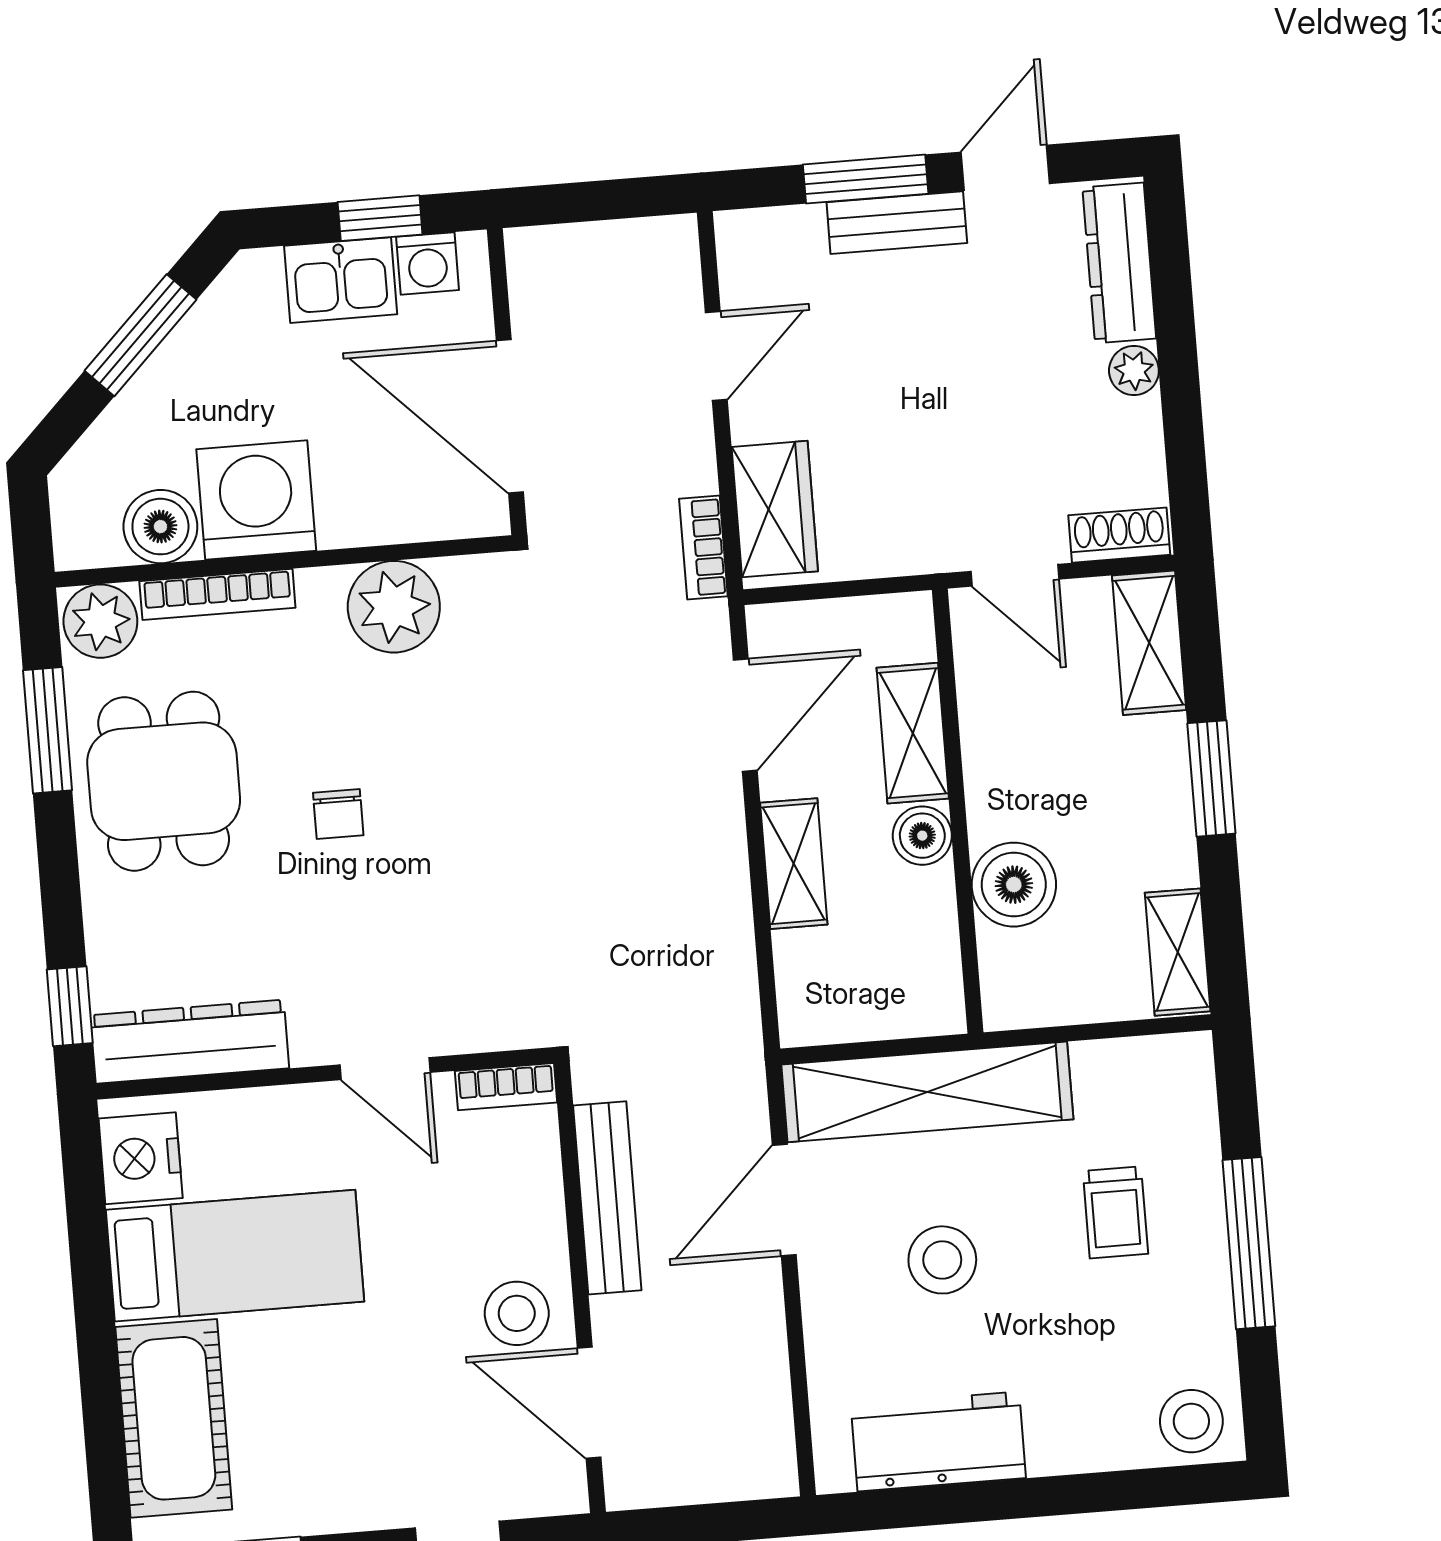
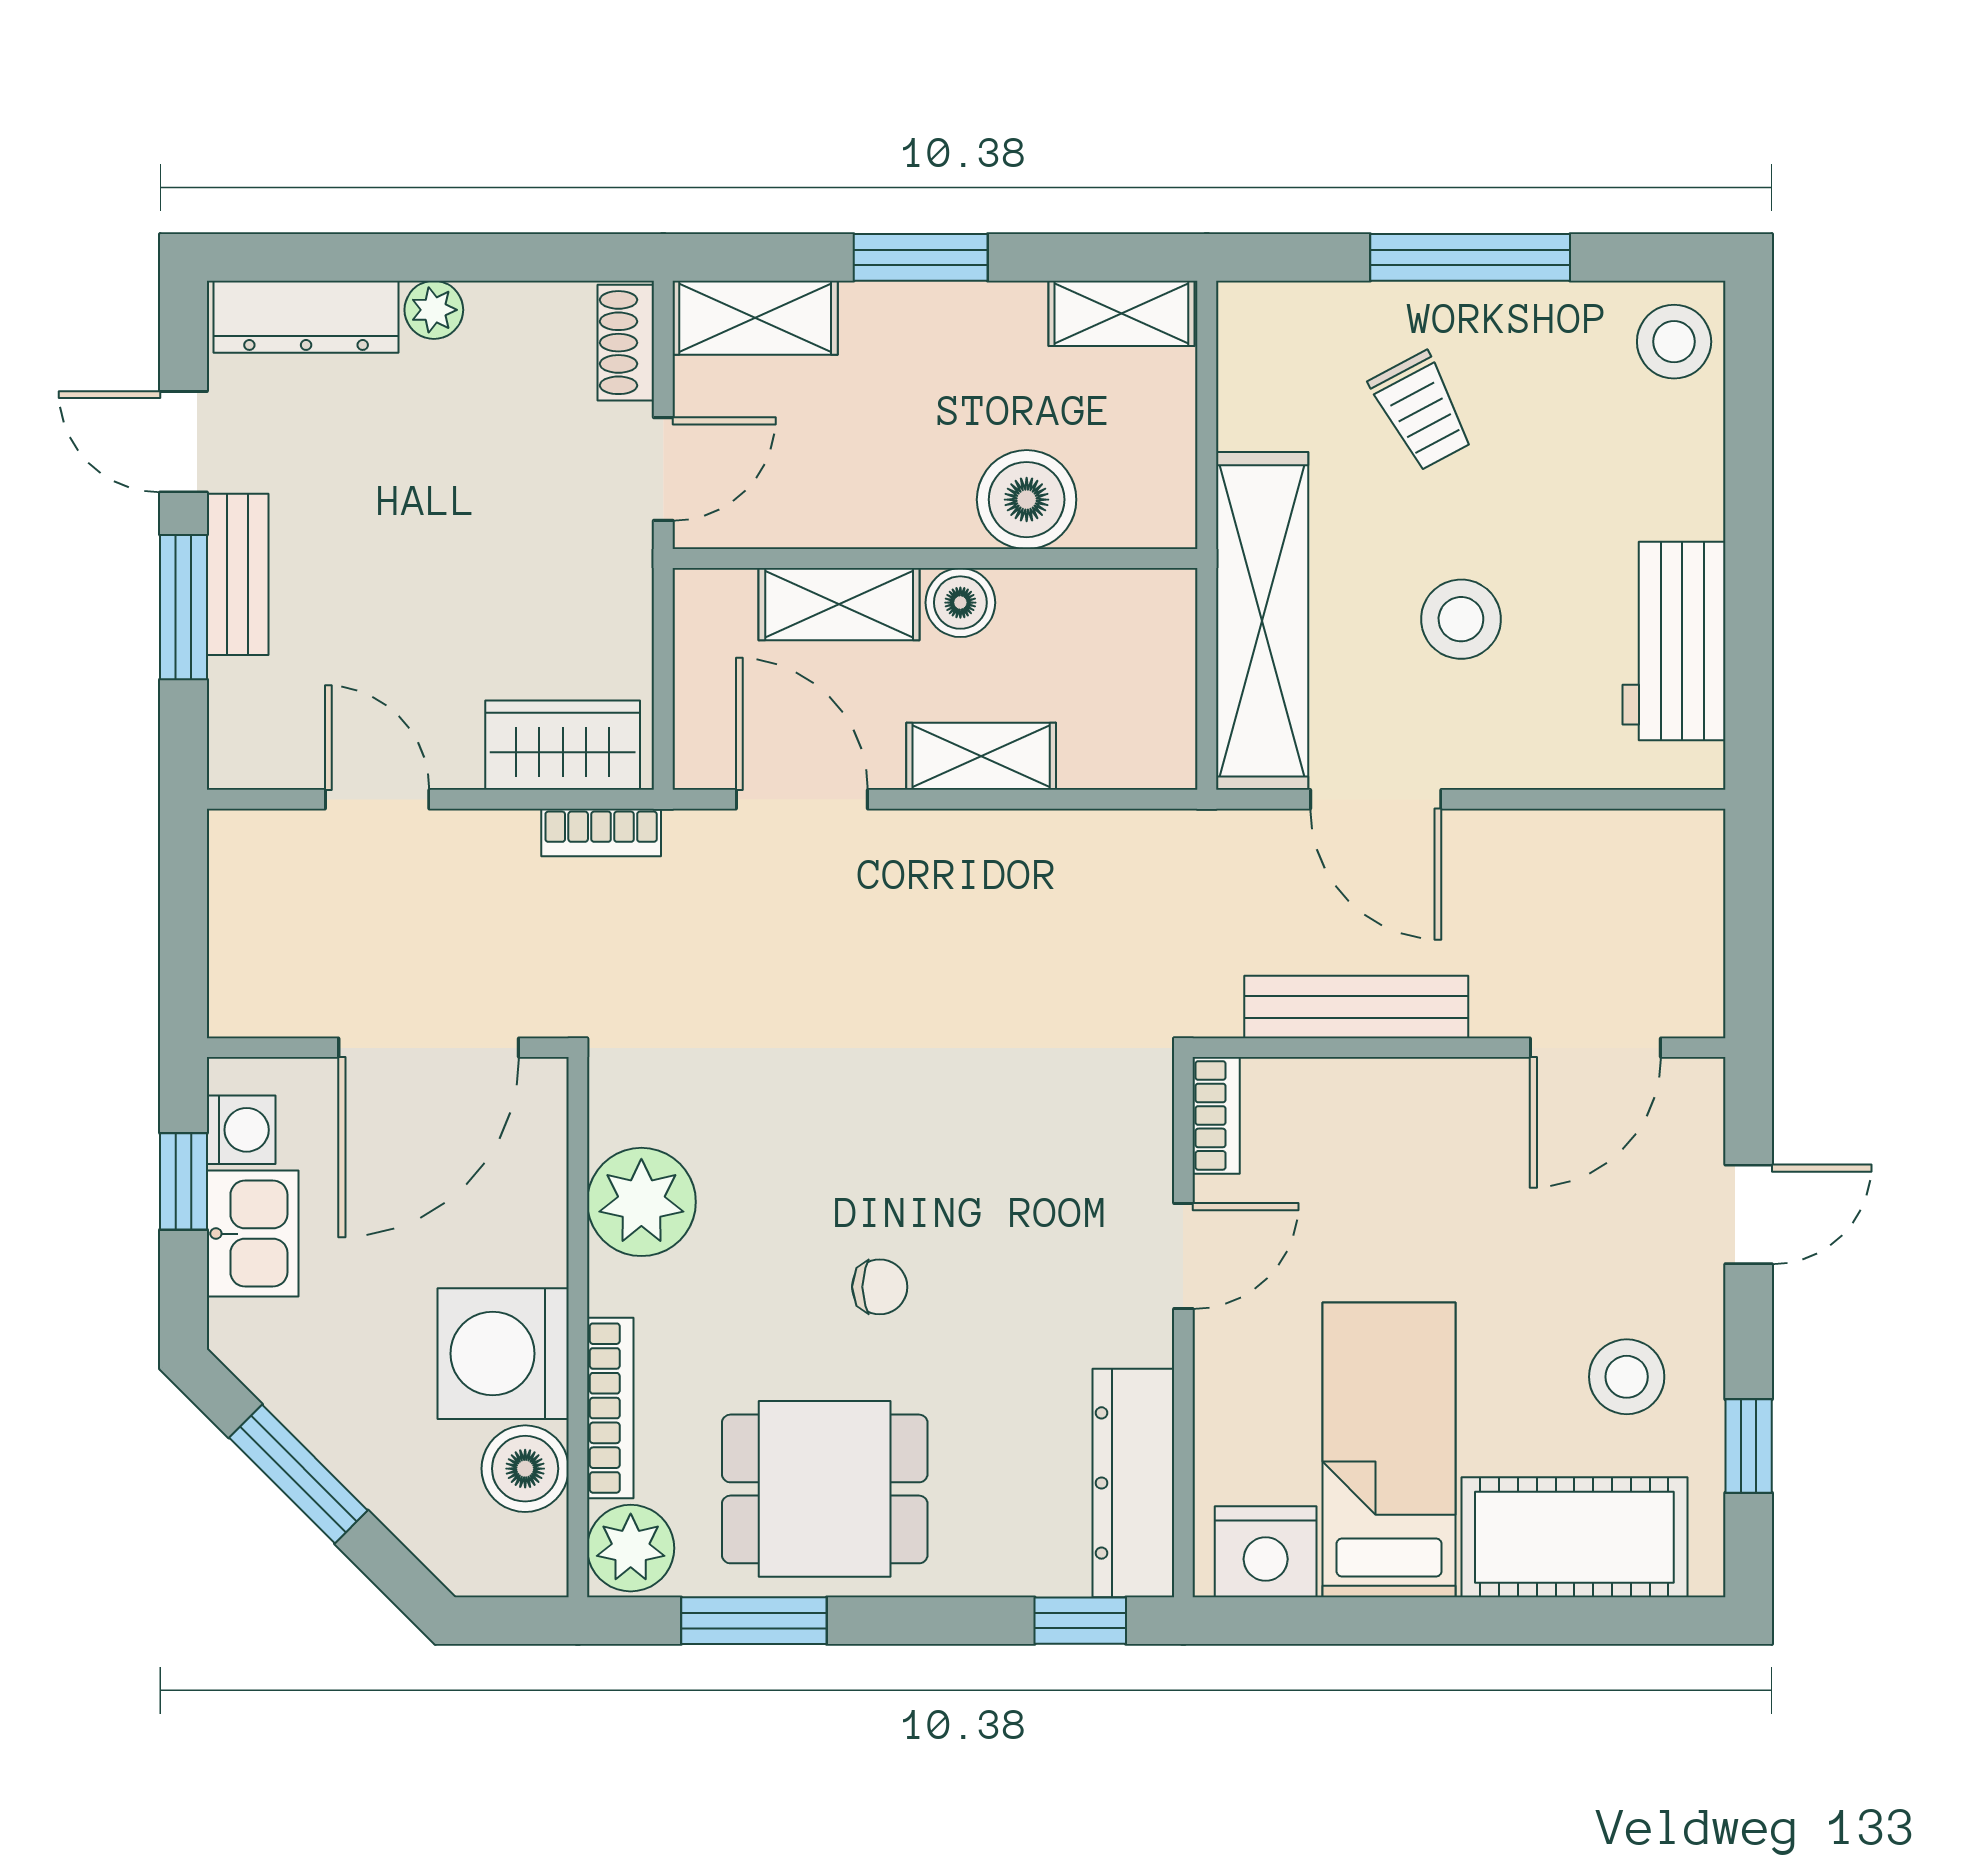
trolley: (1115, 1212) -> (1421, 411), turned 62
stool: (517, 1313) -> (1627, 1377), moved

